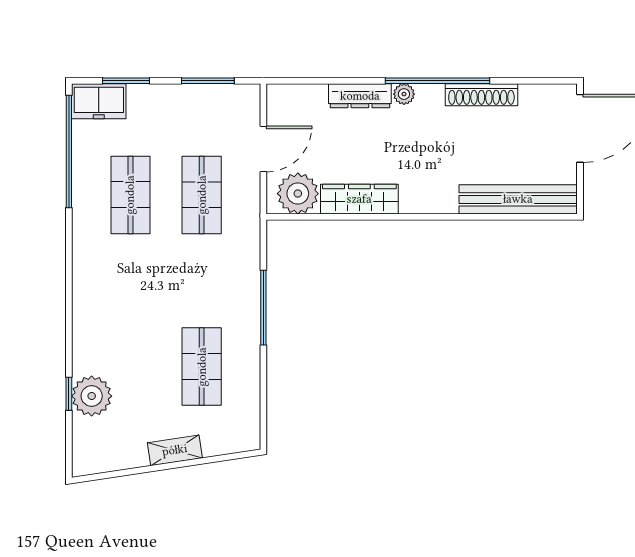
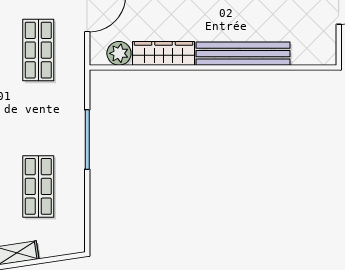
plant: (298, 194) -> (119, 53), width x0.73, depth x0.73
bench: (518, 199) -> (243, 54), moved

